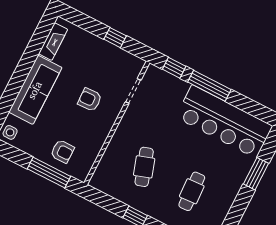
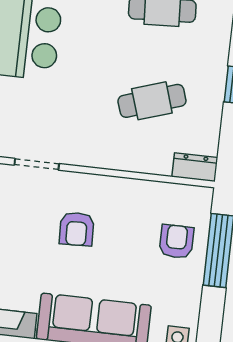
dresser: (99, 177) -> (195, 167), added

